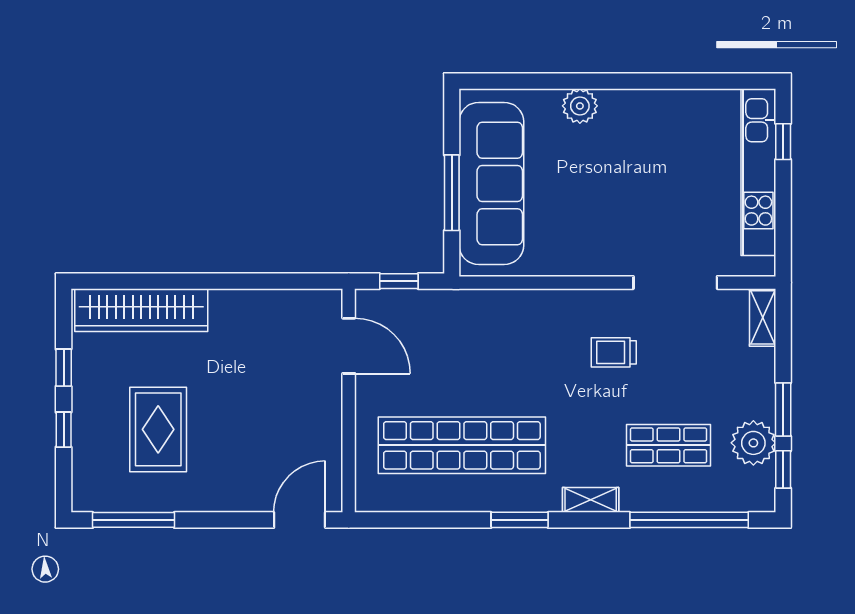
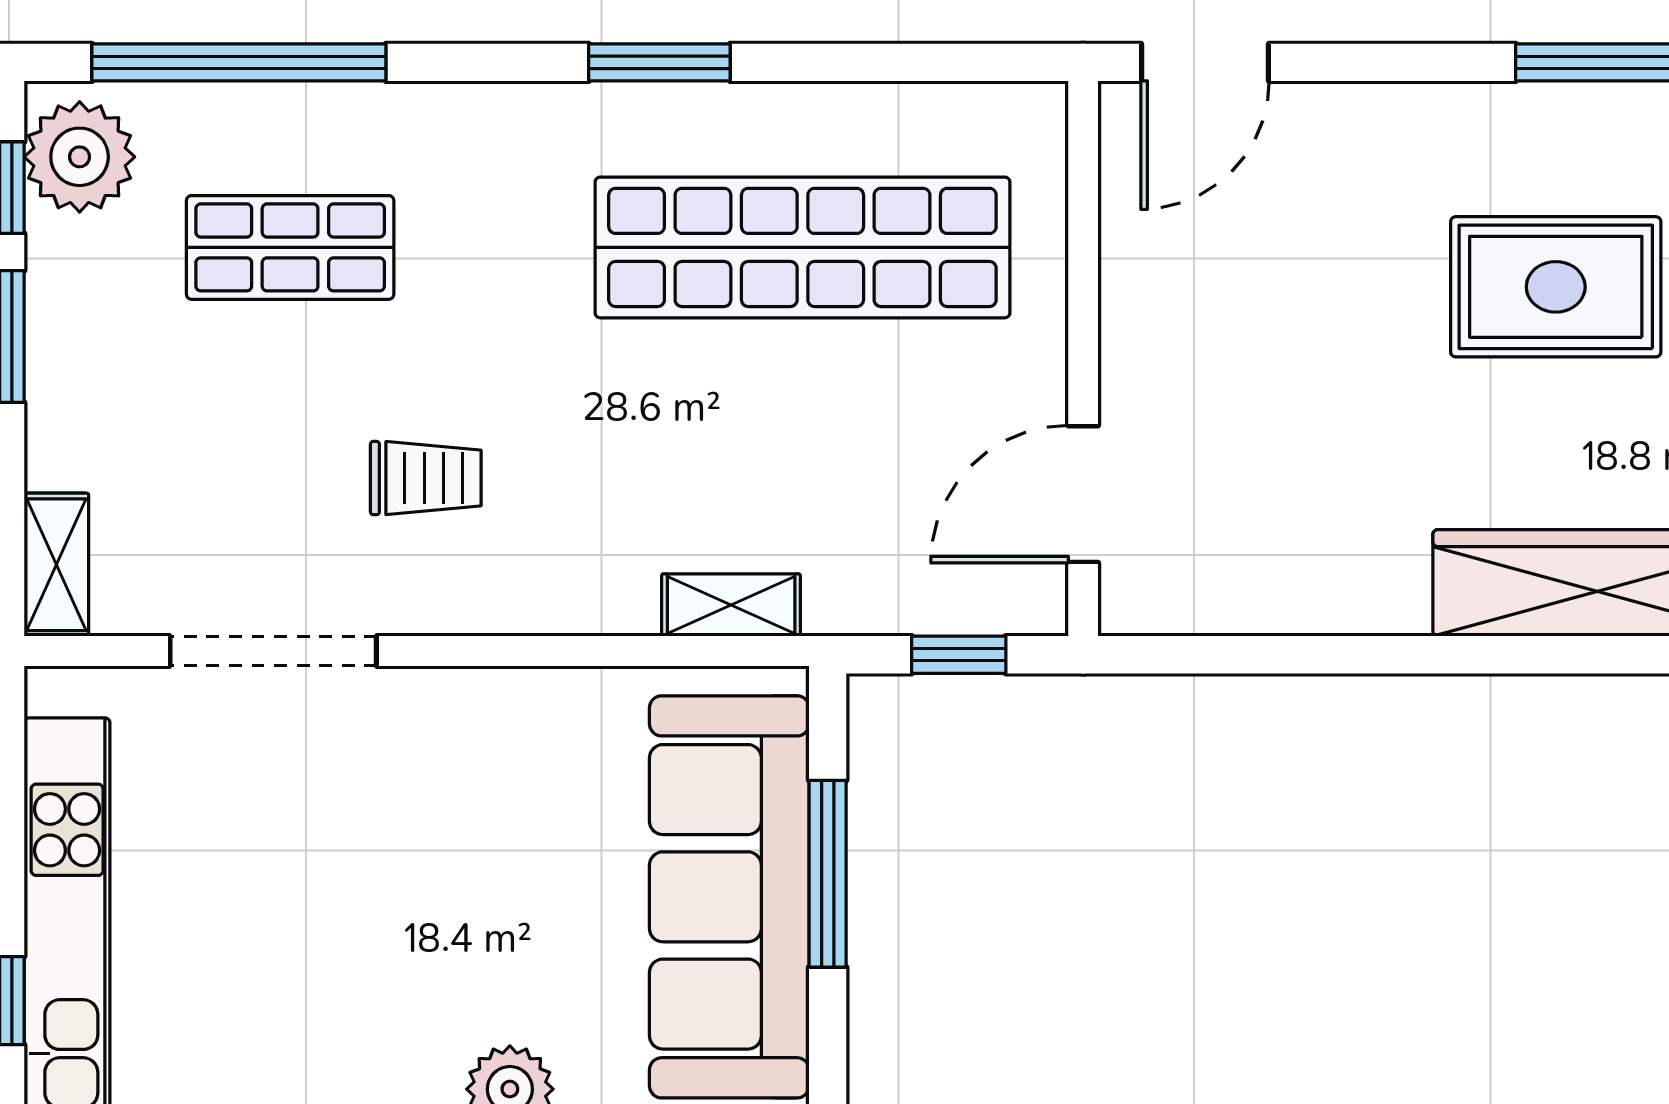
door: (349, 346) -> (1083, 494), hinge flipped
rug: (158, 429) -> (1556, 287), turned 90
plant: (753, 443) -> (80, 157), moved
shelving: (591, 500) -> (731, 605), moved

